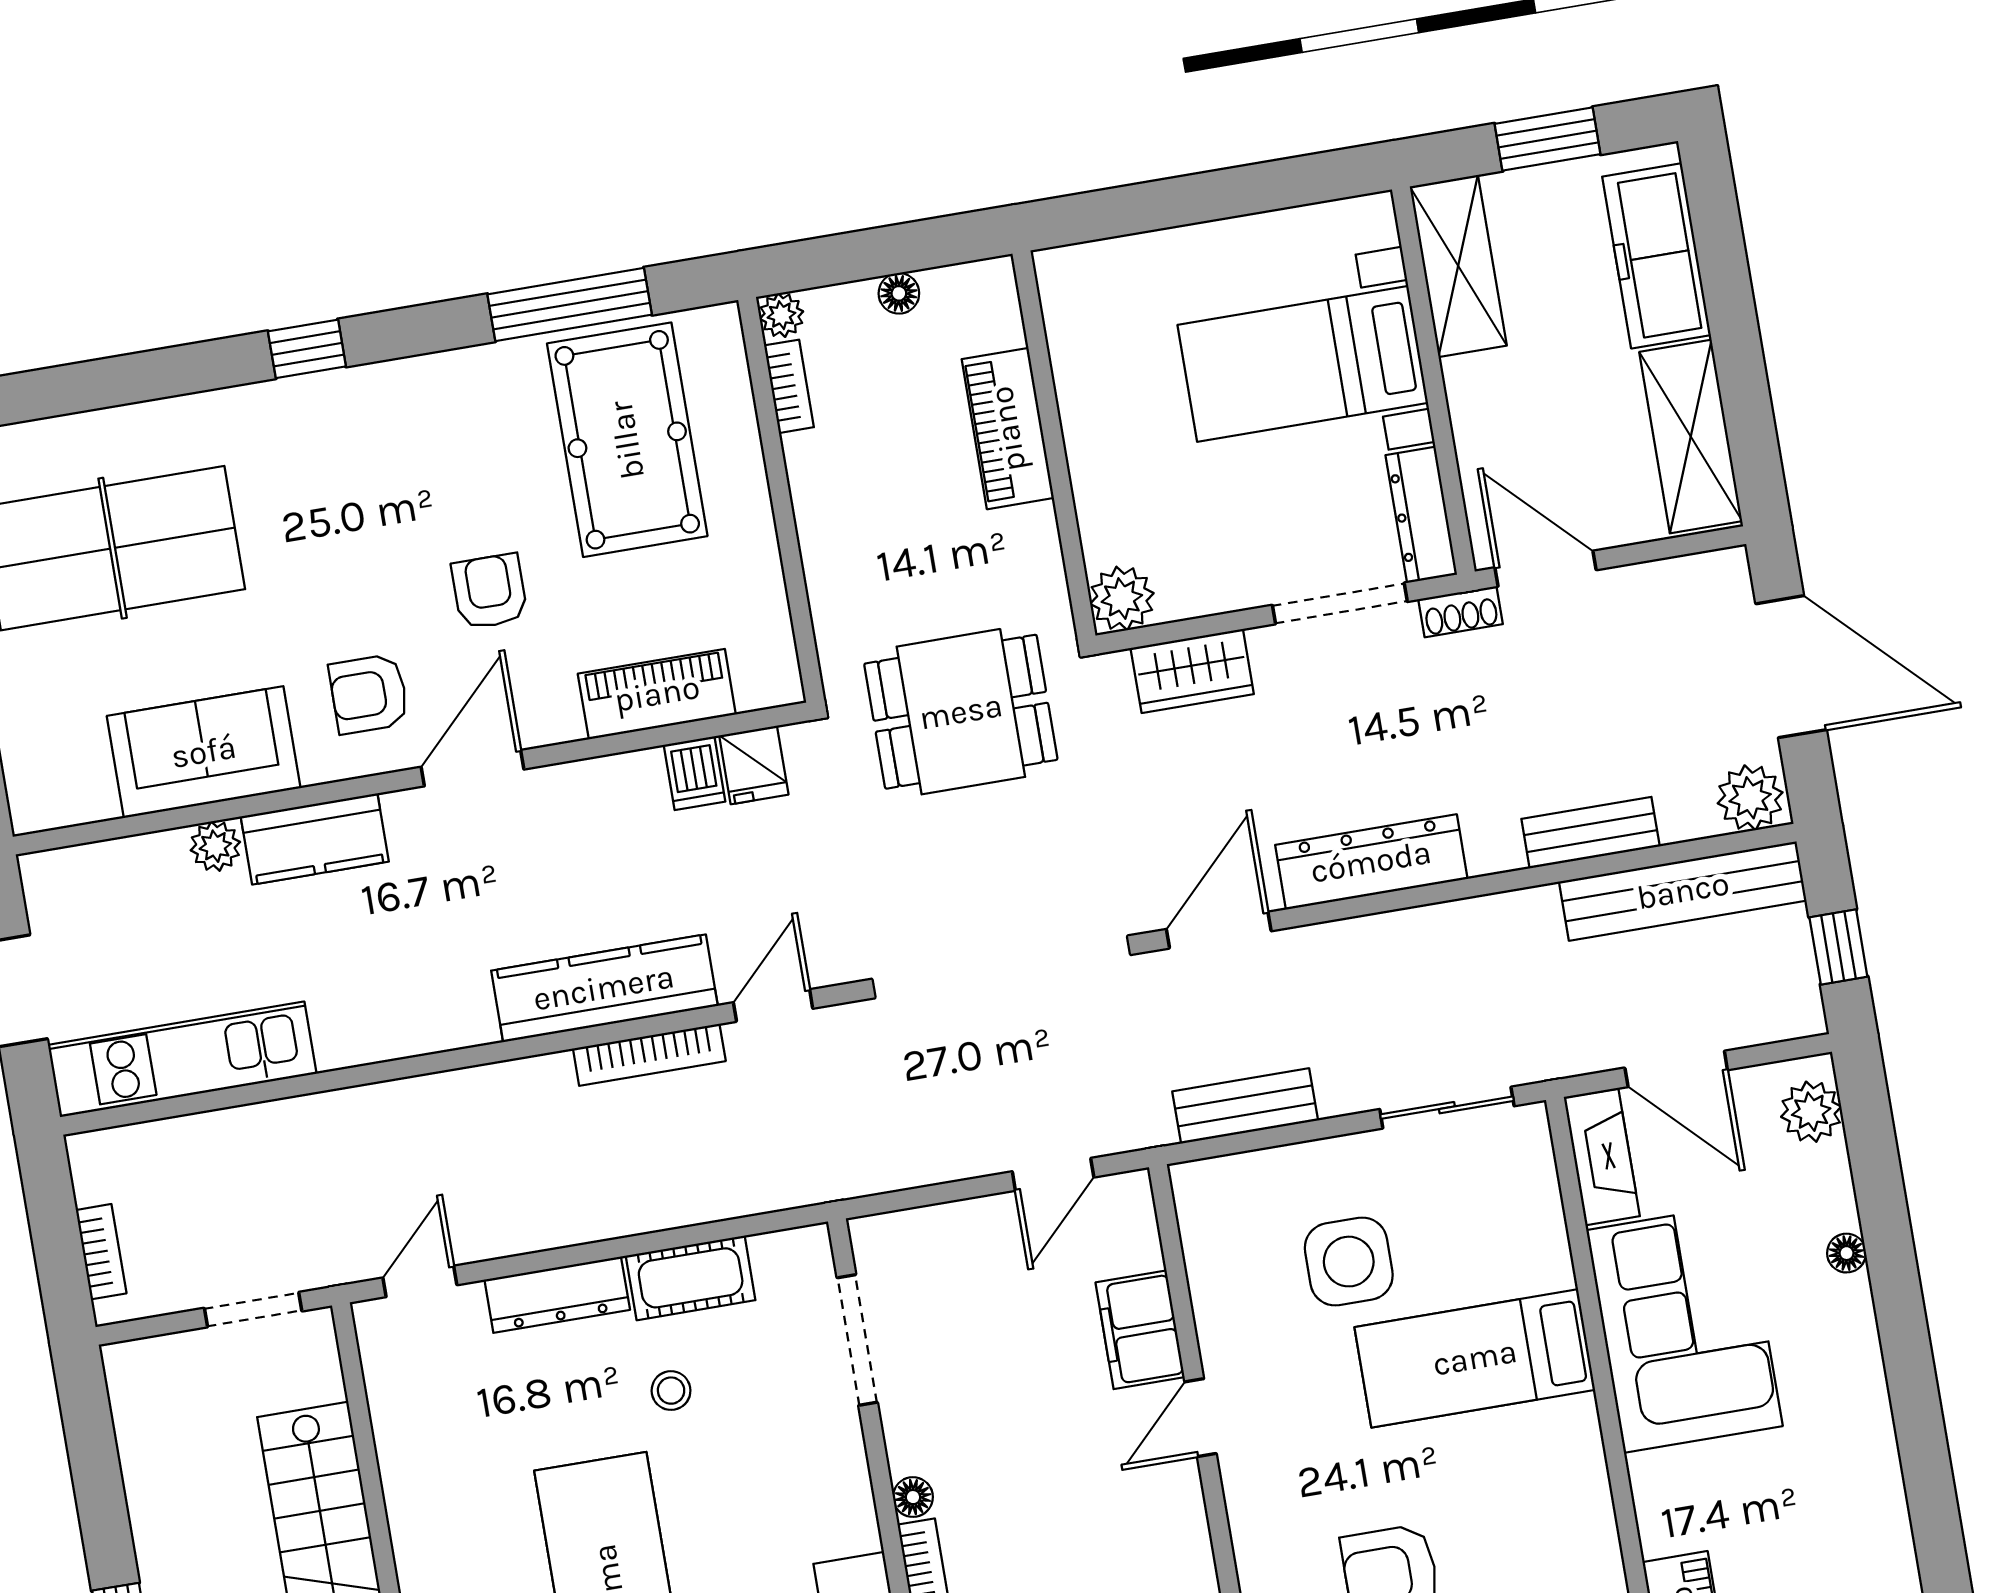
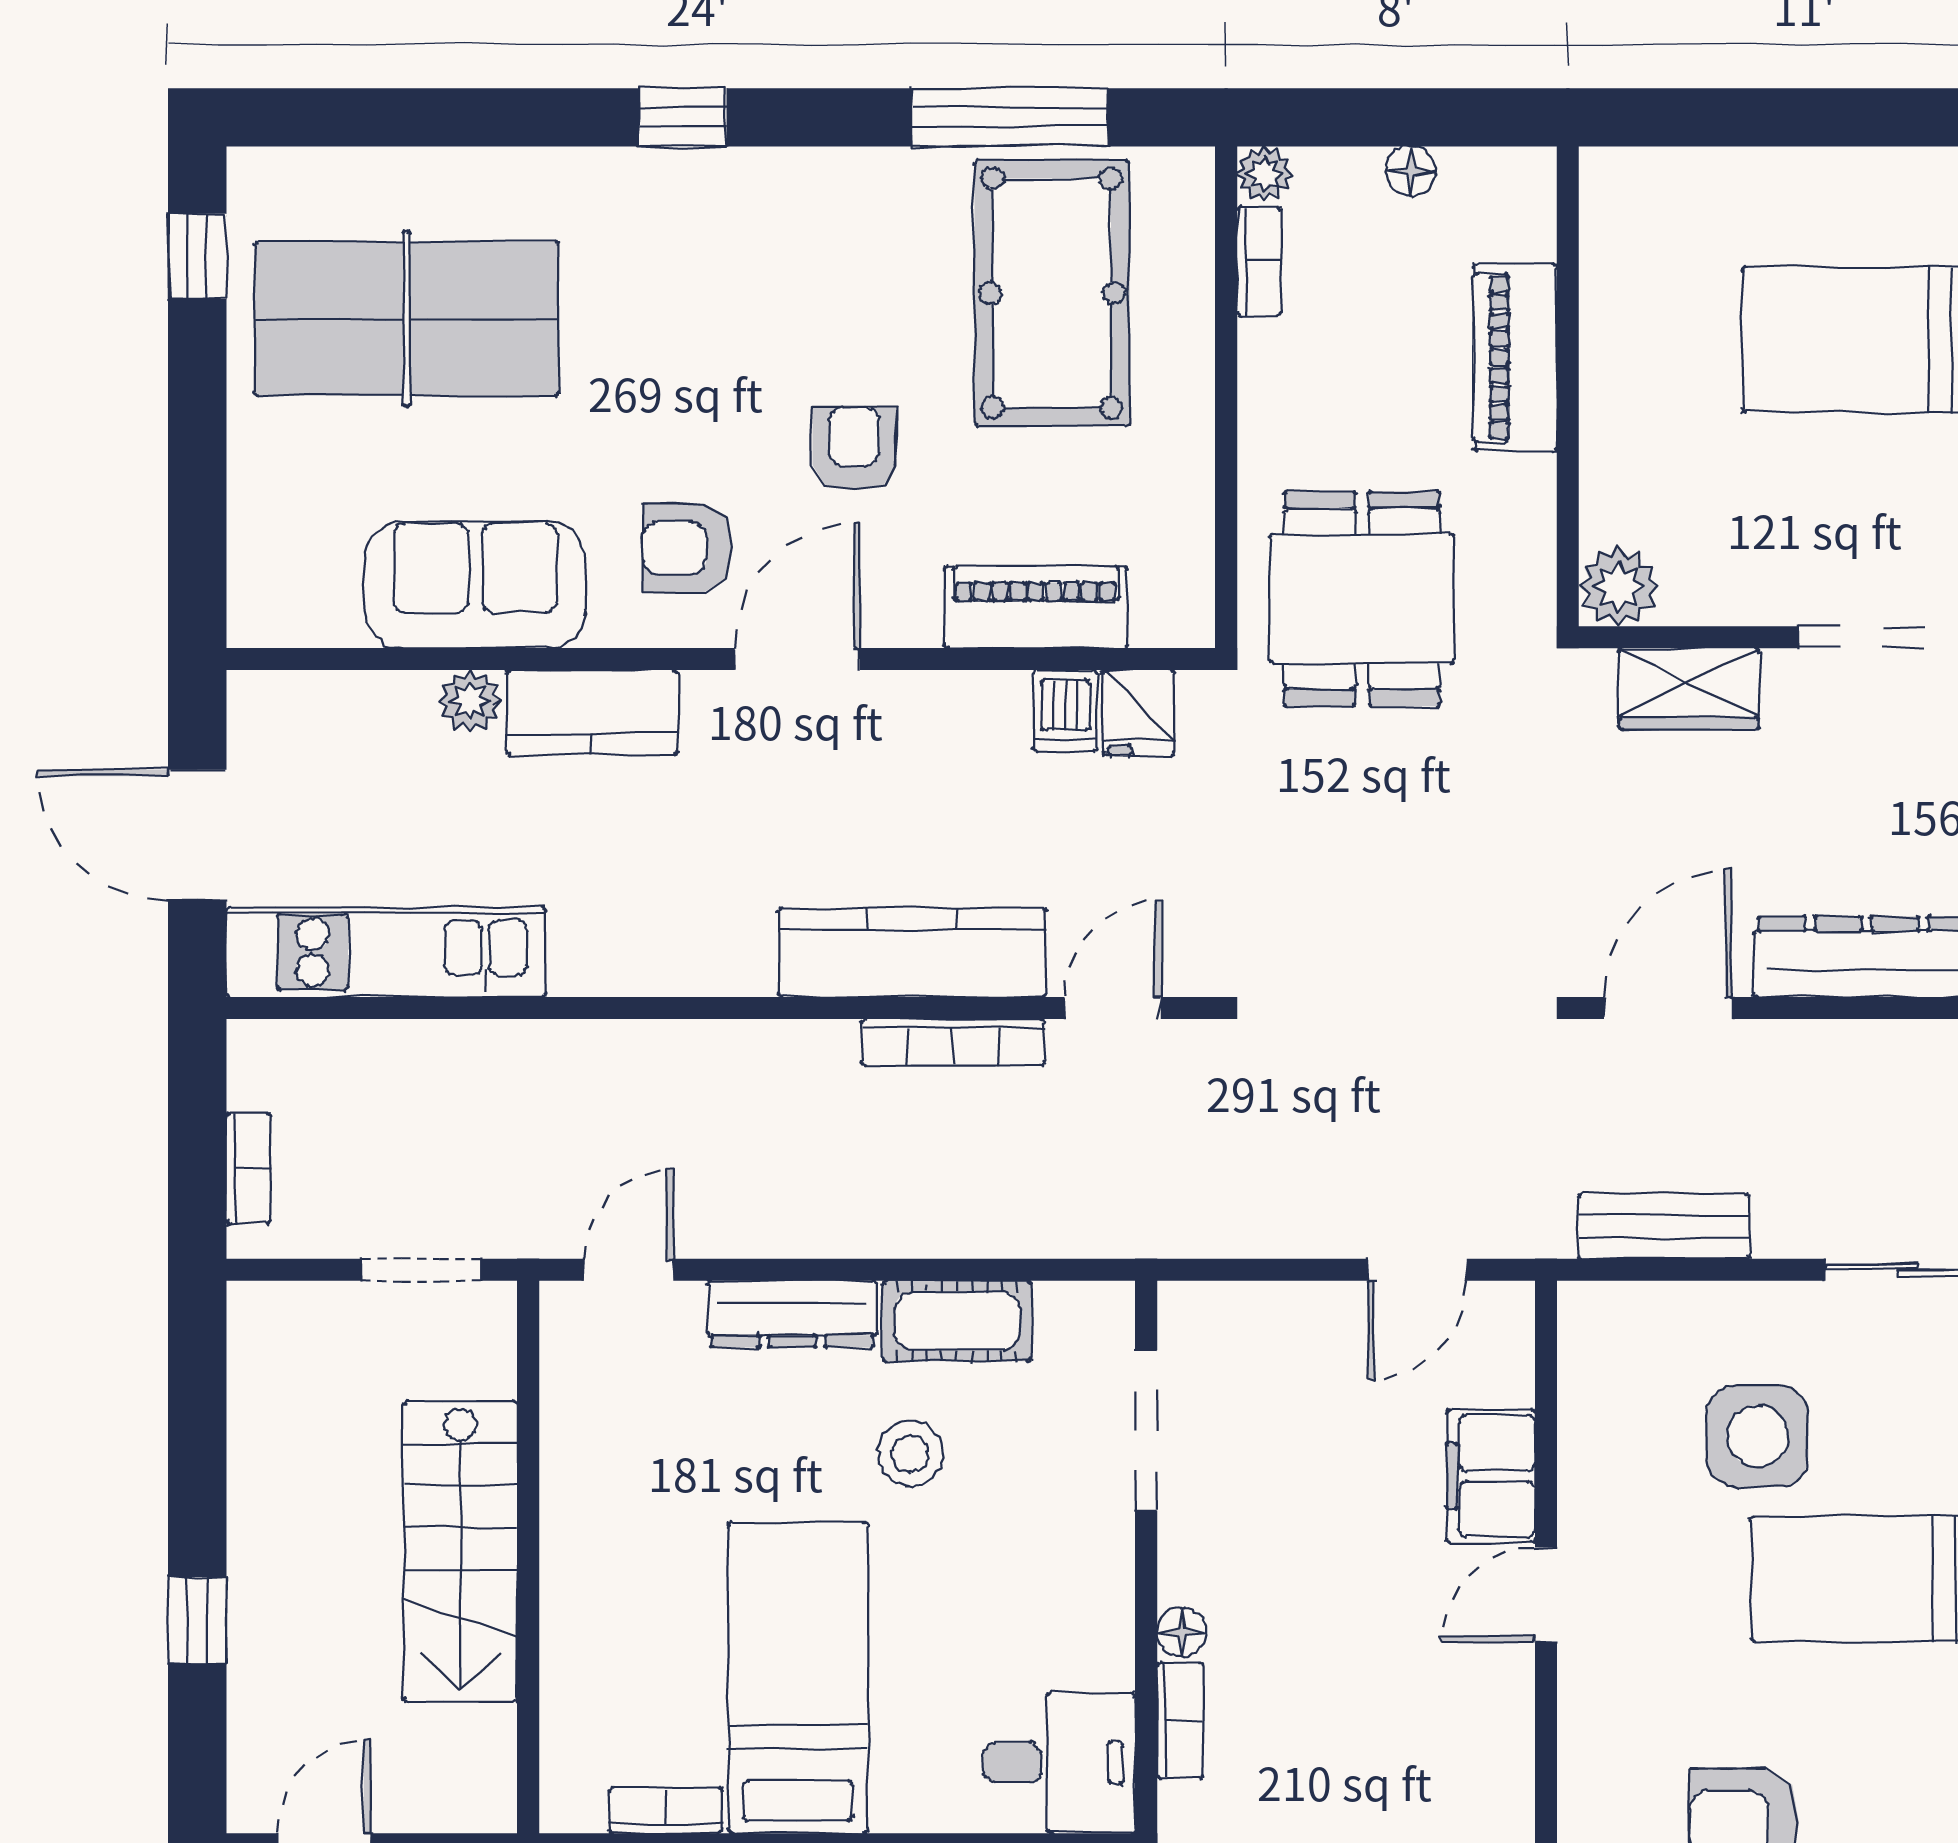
dining table: (961, 712) -> (1362, 599), moved, turned 90
stool: (671, 1391) -> (910, 1453), width x1.37, depth x1.37

